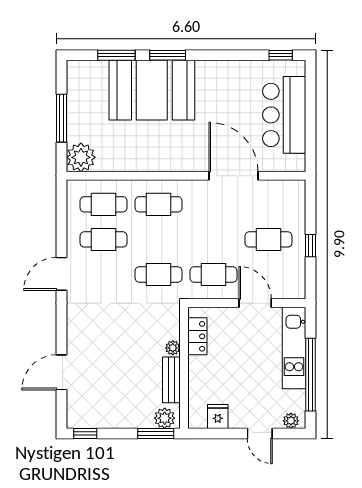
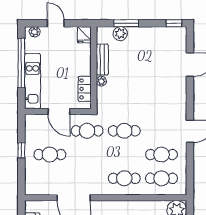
locker: (197, 336) -> (85, 89), moved
plant: (173, 348) -> (101, 81), moved
wall: (184, 368) -> (94, 68), moved
bench: (171, 380) -> (102, 60), moved

